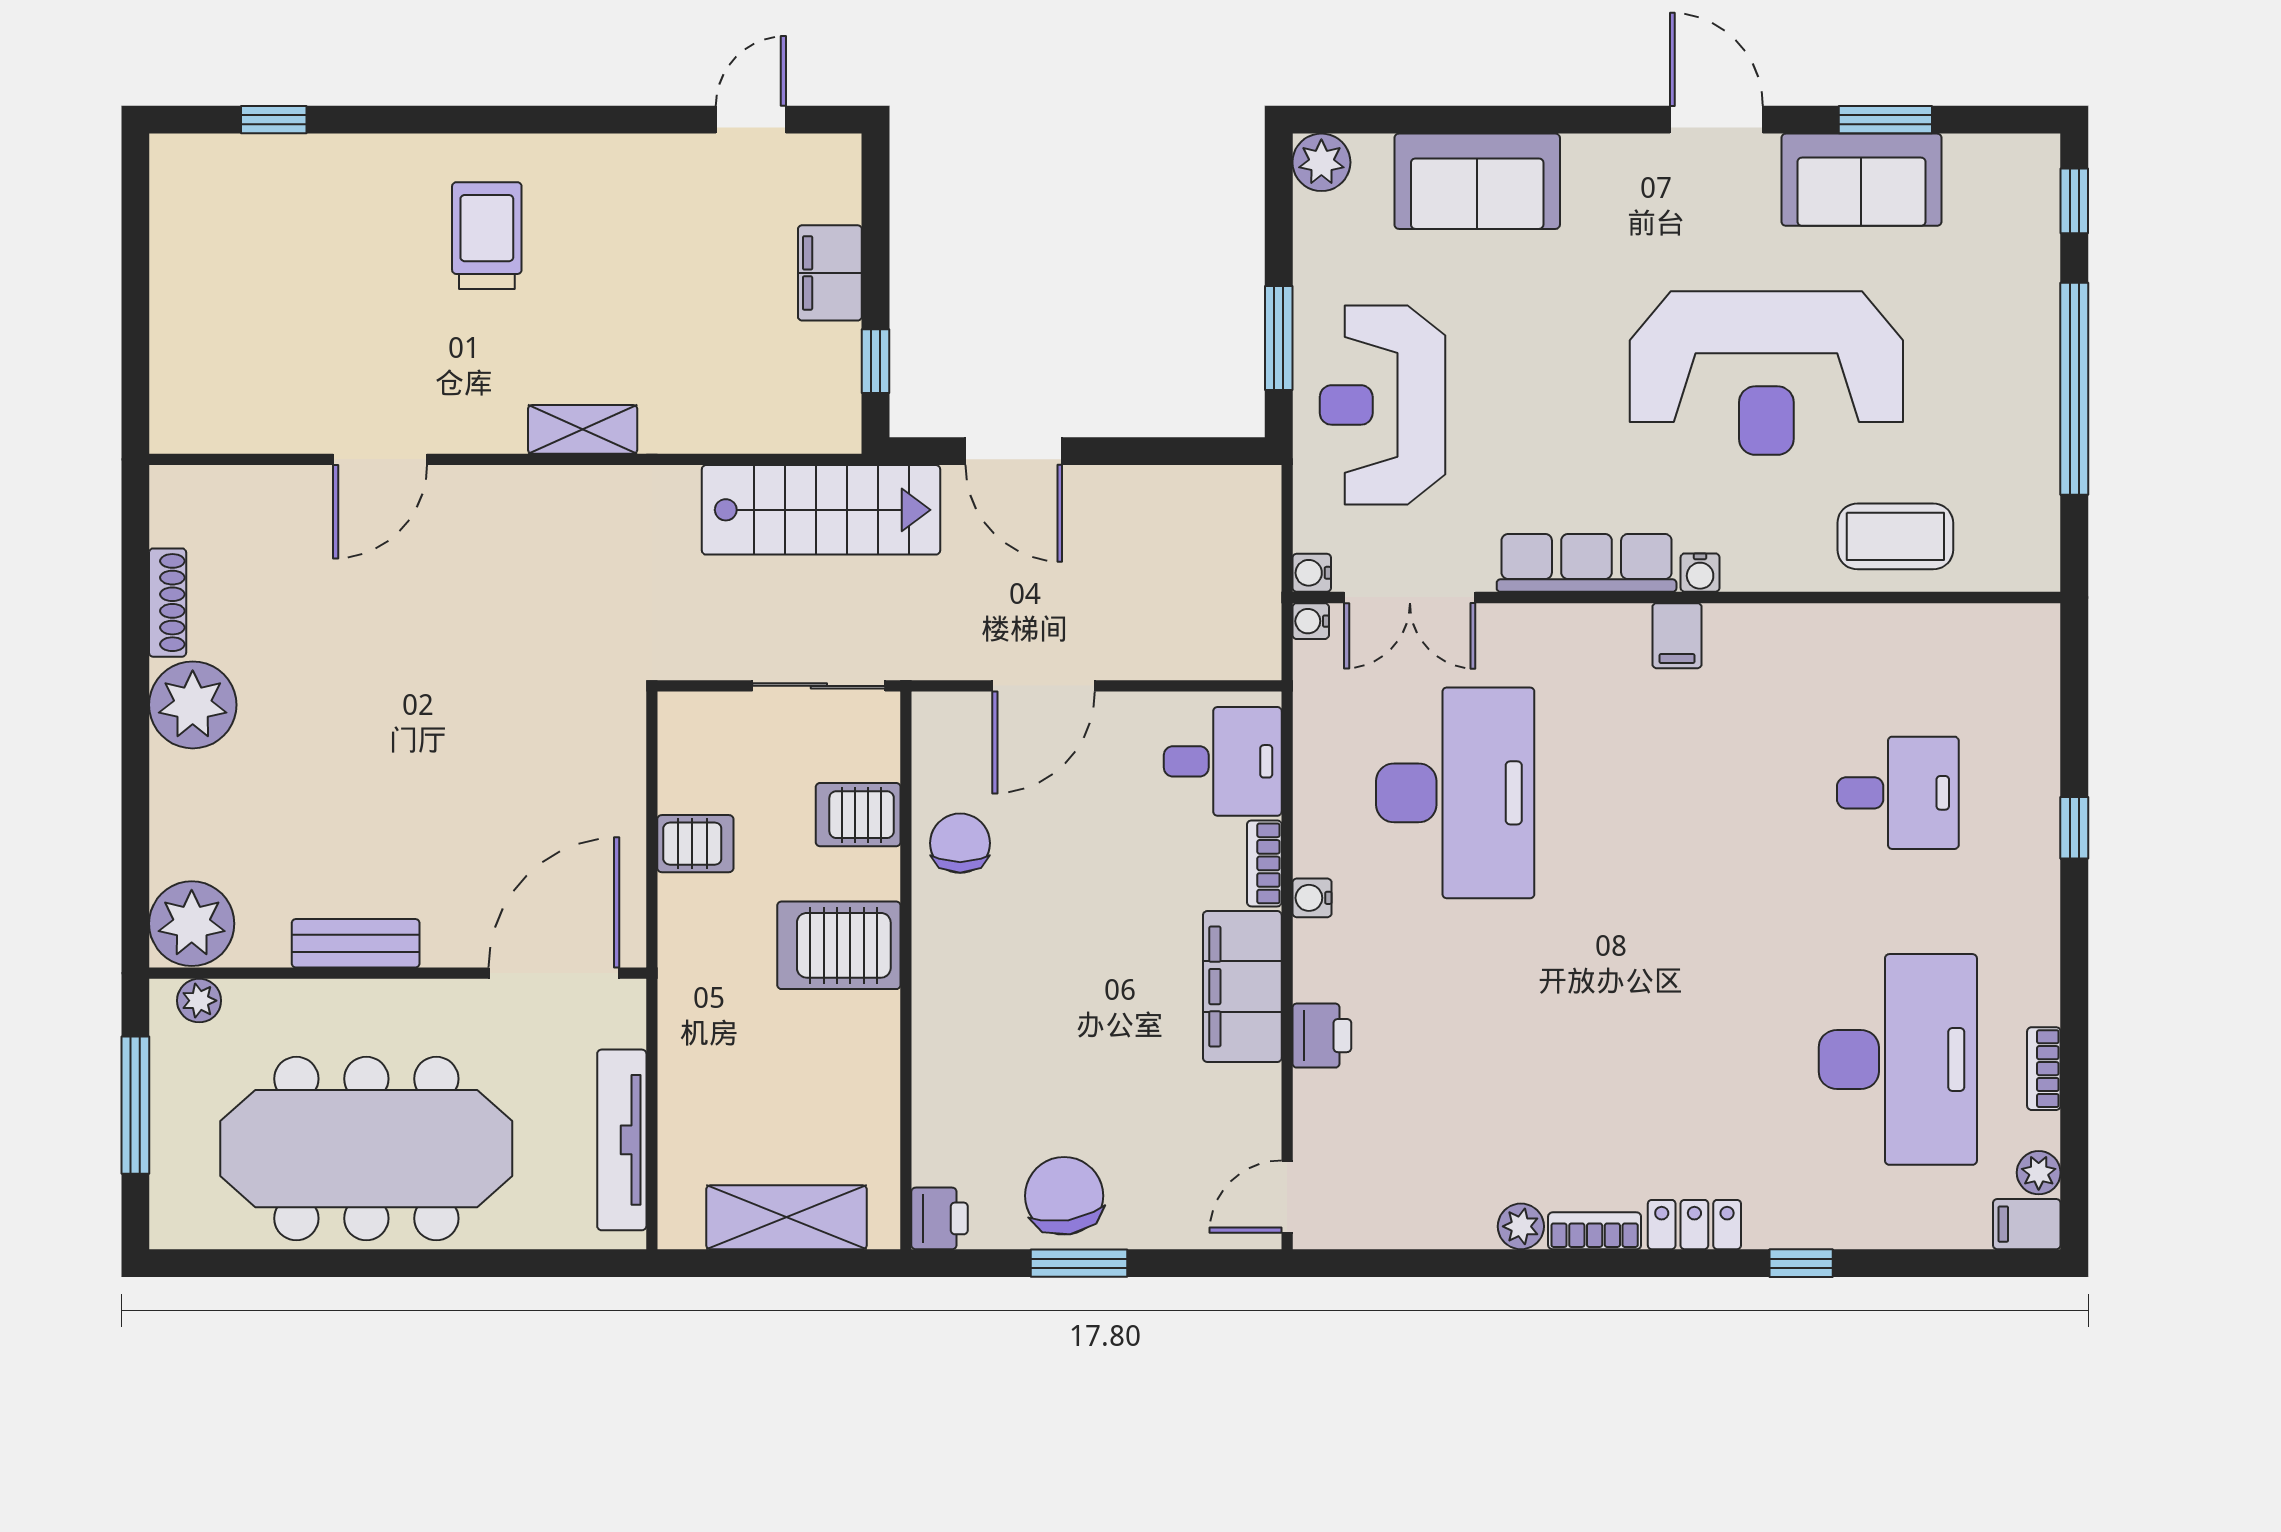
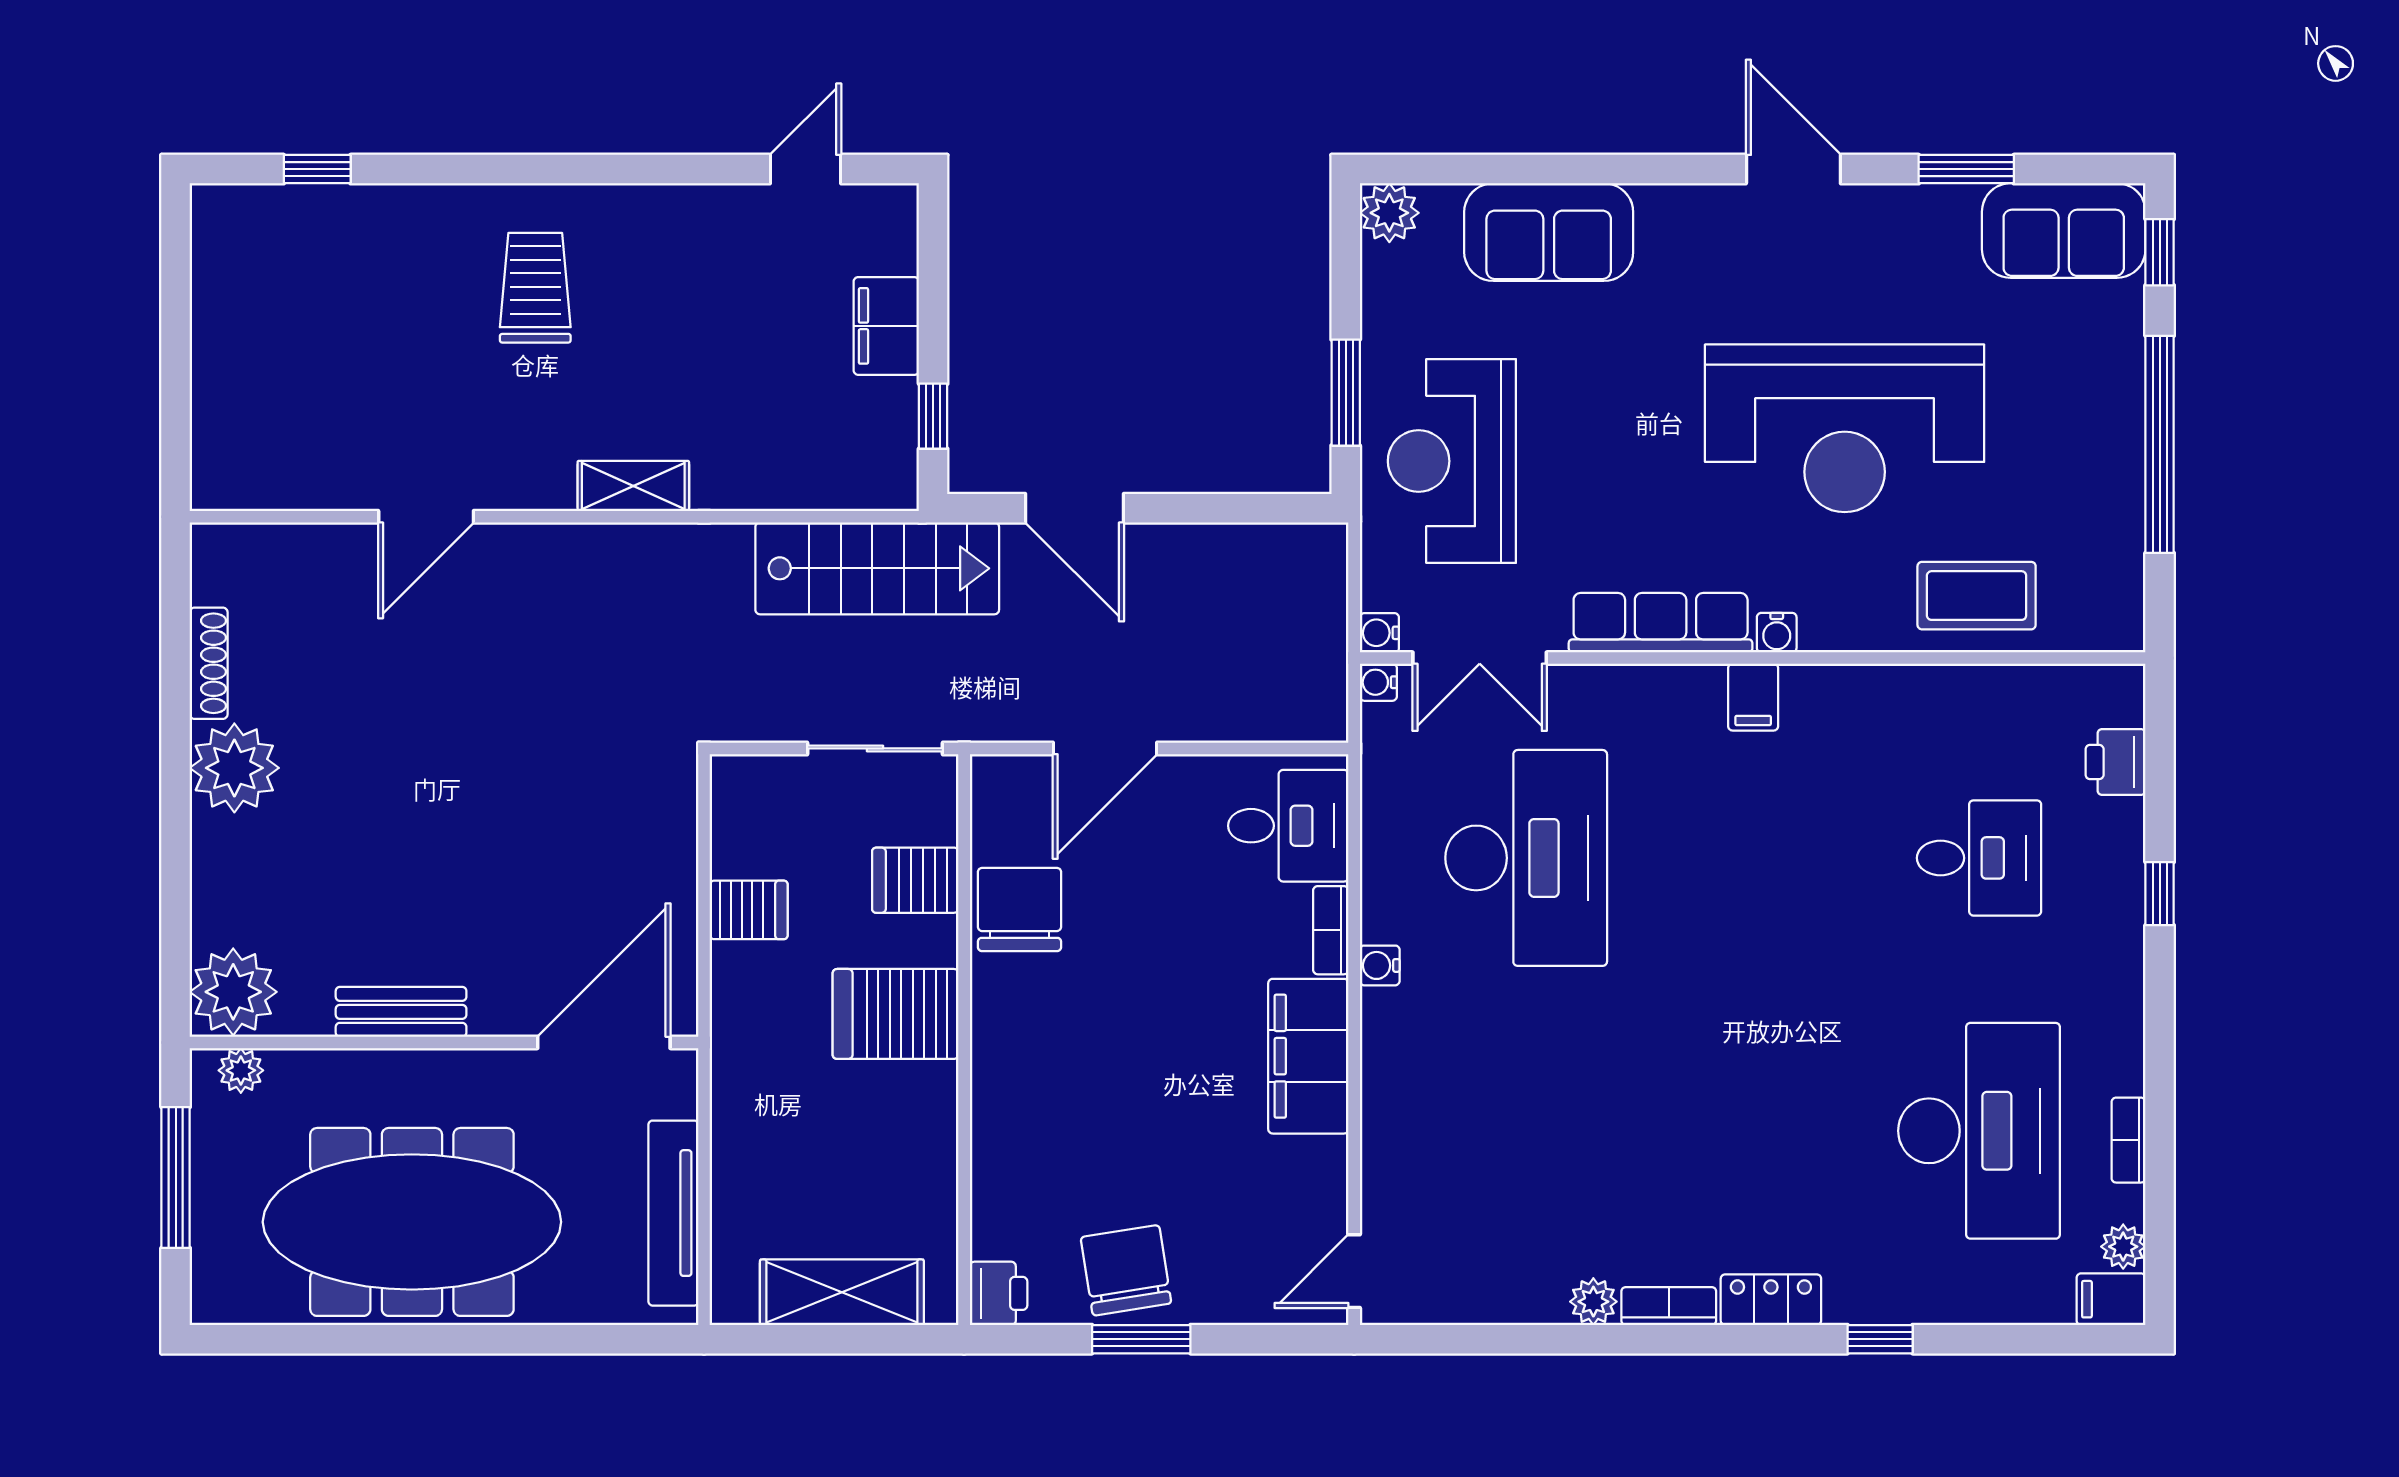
sofa: (1861, 180) -> (2064, 230), moved
chair: (960, 843) -> (1019, 909), width x1.37, depth x1.37
printer: (1322, 1036) -> (2116, 762), moved, turned 180

